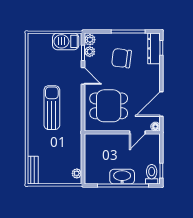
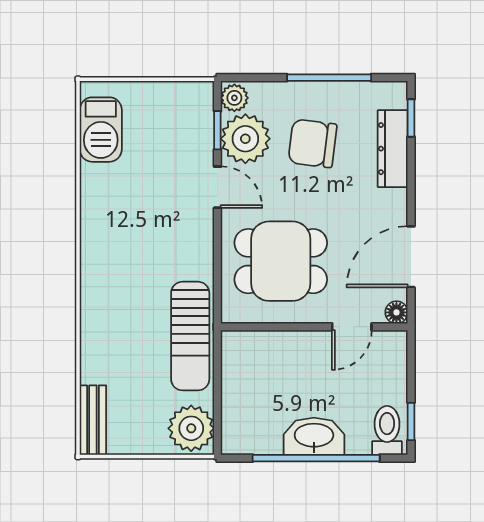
barbecue: (66, 41) -> (101, 130), moved, turned -90
dresser: (154, 48) -> (393, 149), moved
plant: (90, 52) -> (245, 139), width x1.87, depth x1.87
sun lounger: (52, 108) -> (190, 336), moved, turned 180
plant: (77, 173) -> (191, 428), width x1.87, depth x1.87

